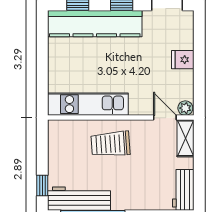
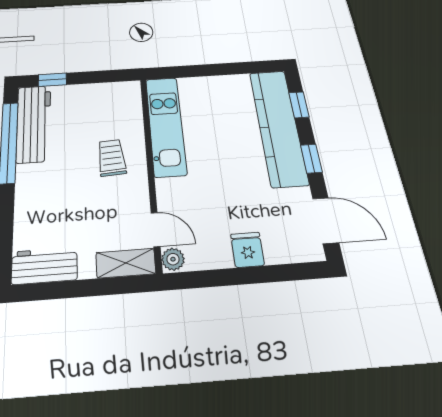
door: (165, 118) -> (156, 229), hinge flipped
trolley: (110, 144) -> (112, 158), width x0.73, depth x0.72

